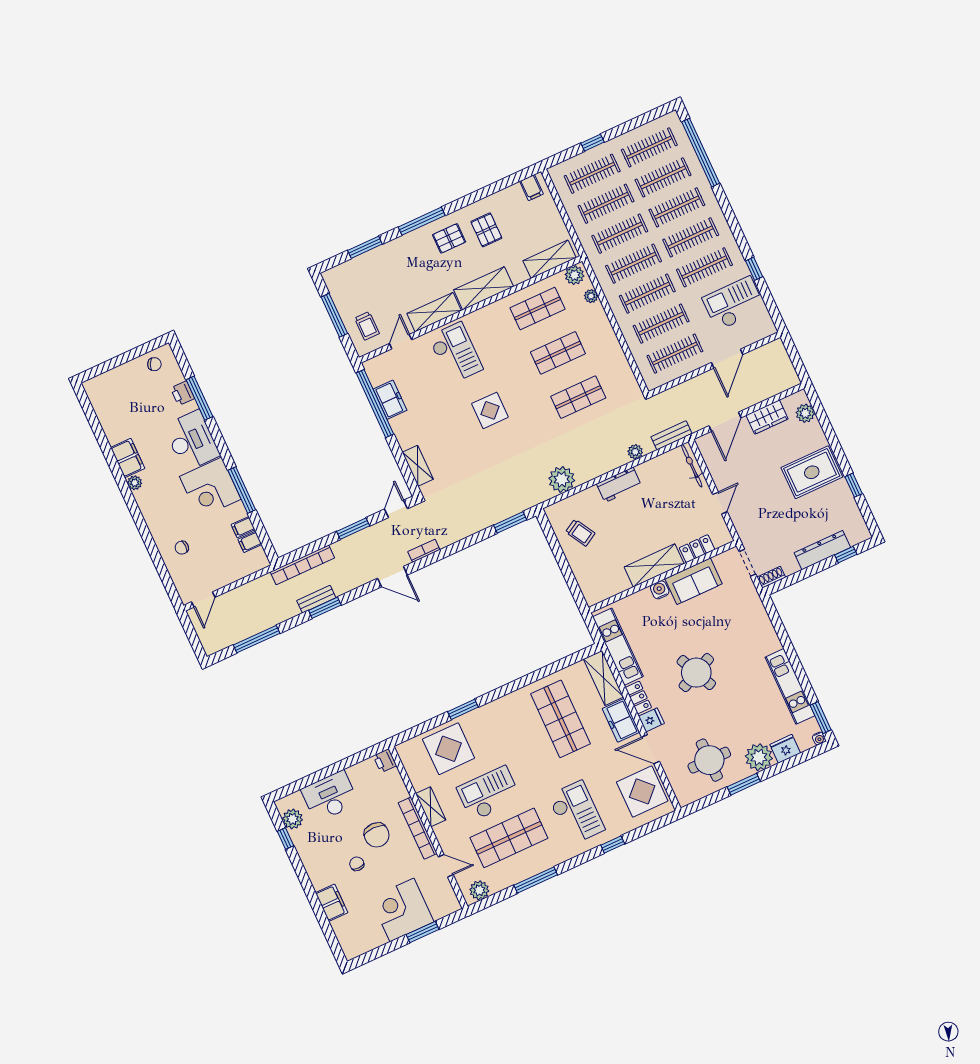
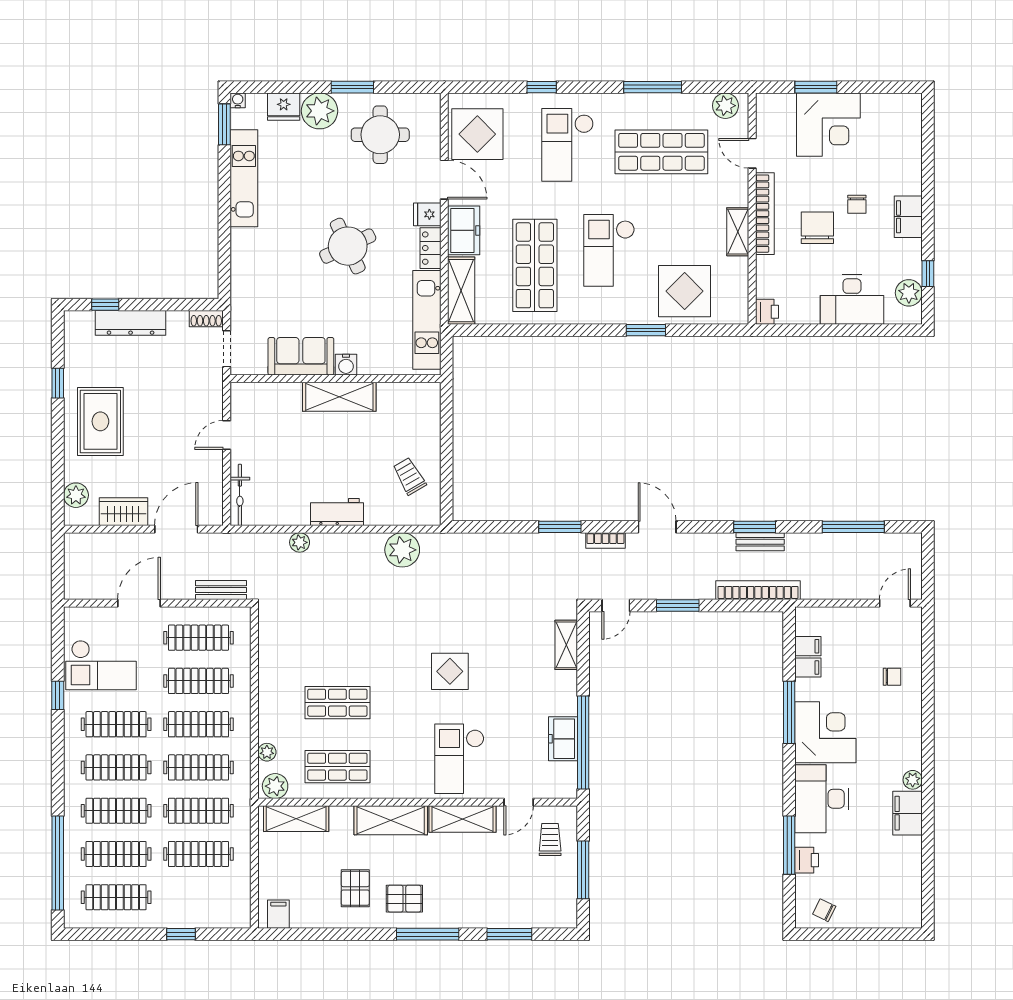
clothes rail: (592, 174) -> (198, 897), removed
shop shelf: (578, 397) -> (337, 639), removed
bench: (671, 435) -> (221, 590), moved
rug: (812, 472) -> (100, 421), turned 90
window: (510, 522) -> (560, 527), moved
locker: (697, 549) -> (279, 393), removed
checkout: (489, 794) -> (609, 250), moved, turned 90
filing cabinet: (332, 903) -> (908, 217), moved

